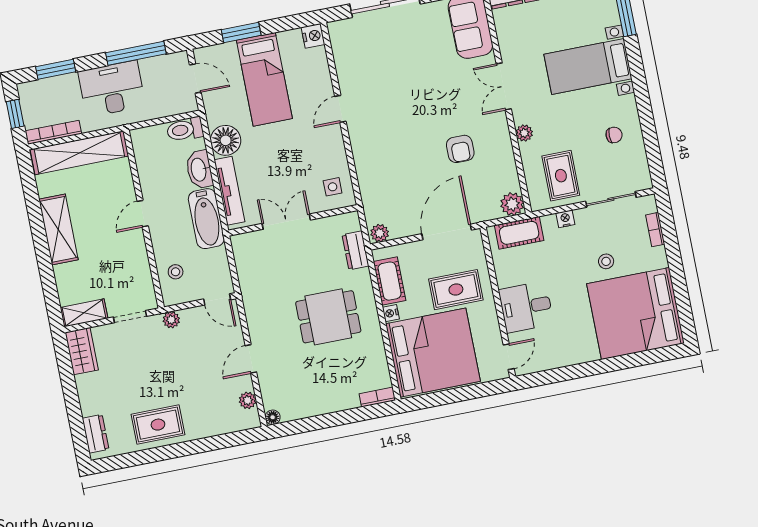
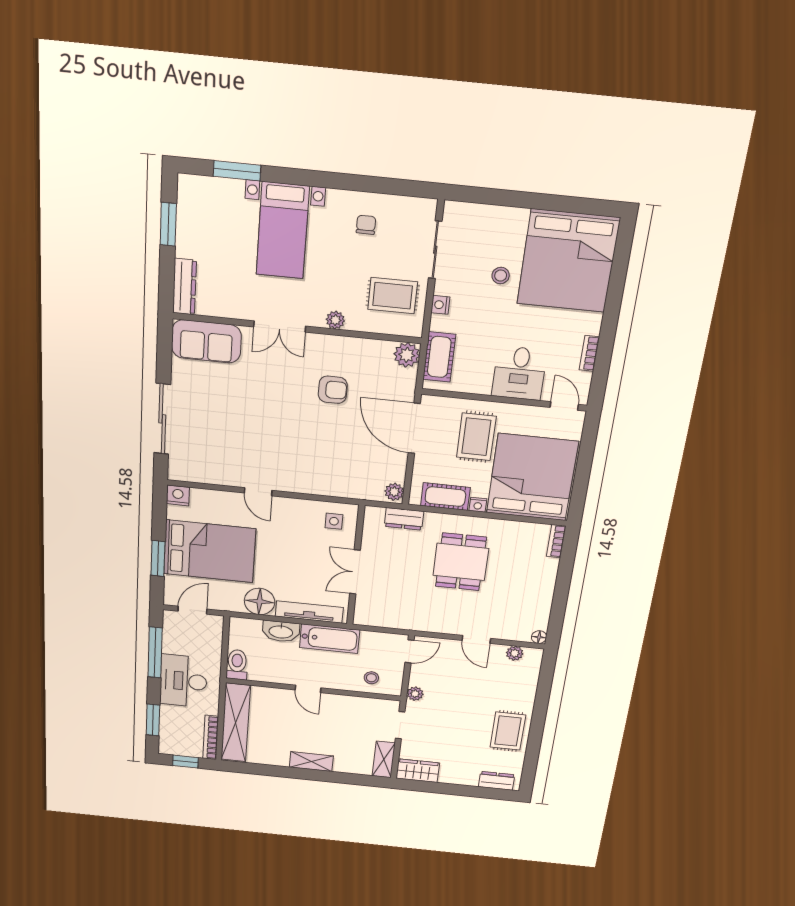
bed: (264, 79) -> (209, 551), width x1.50
toilet: (185, 129) -> (237, 665), moved, turned 180
shelving: (58, 229) -> (311, 762), width x0.67, depth x0.75
bookcase: (655, 230) -> (589, 353), moved, turned 90

